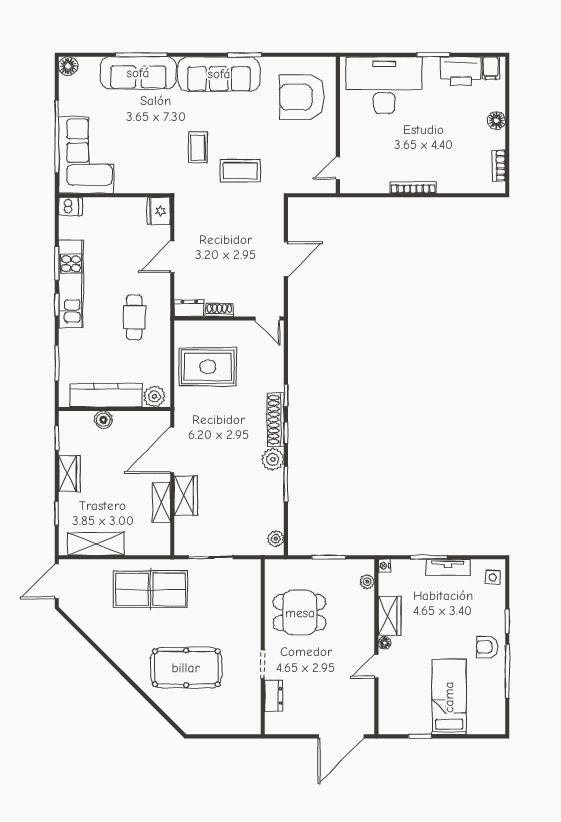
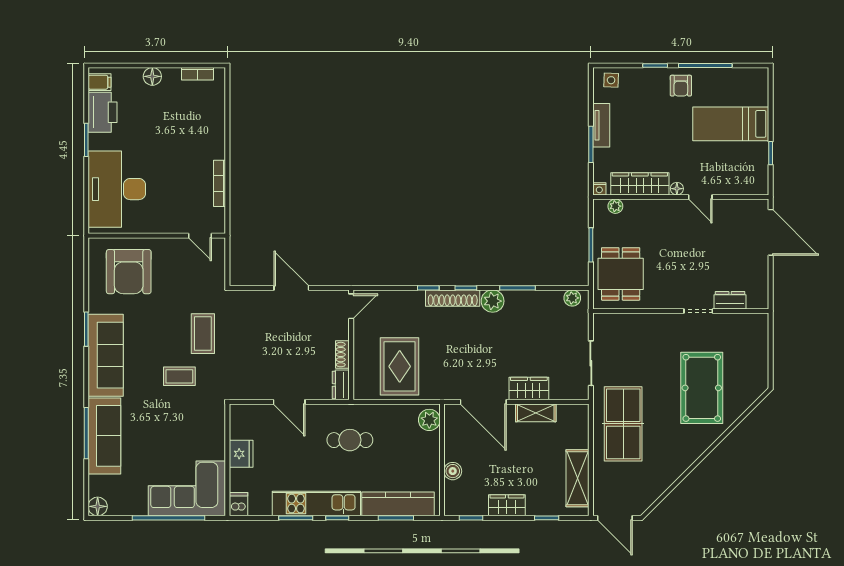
bookcase: (413, 187) -> (220, 183), moved
fridge: (159, 211) -> (241, 454), moved, turned -90
kitchen counter: (106, 395) -> (398, 504), moved, turned 90
dining table: (300, 613) -> (621, 274), moved
wardrobe: (389, 616) -> (640, 184), width x1.50

